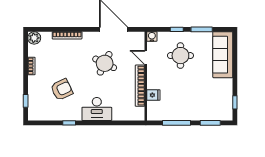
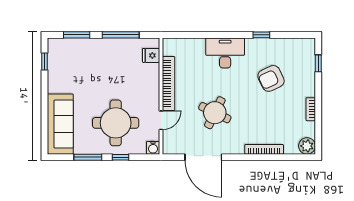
round table: (180, 56) -> (116, 123), width x1.36, depth x1.36
door: (146, 58) -> (161, 120), hinge flipped
fridge: (153, 95) -> (151, 55), moved

